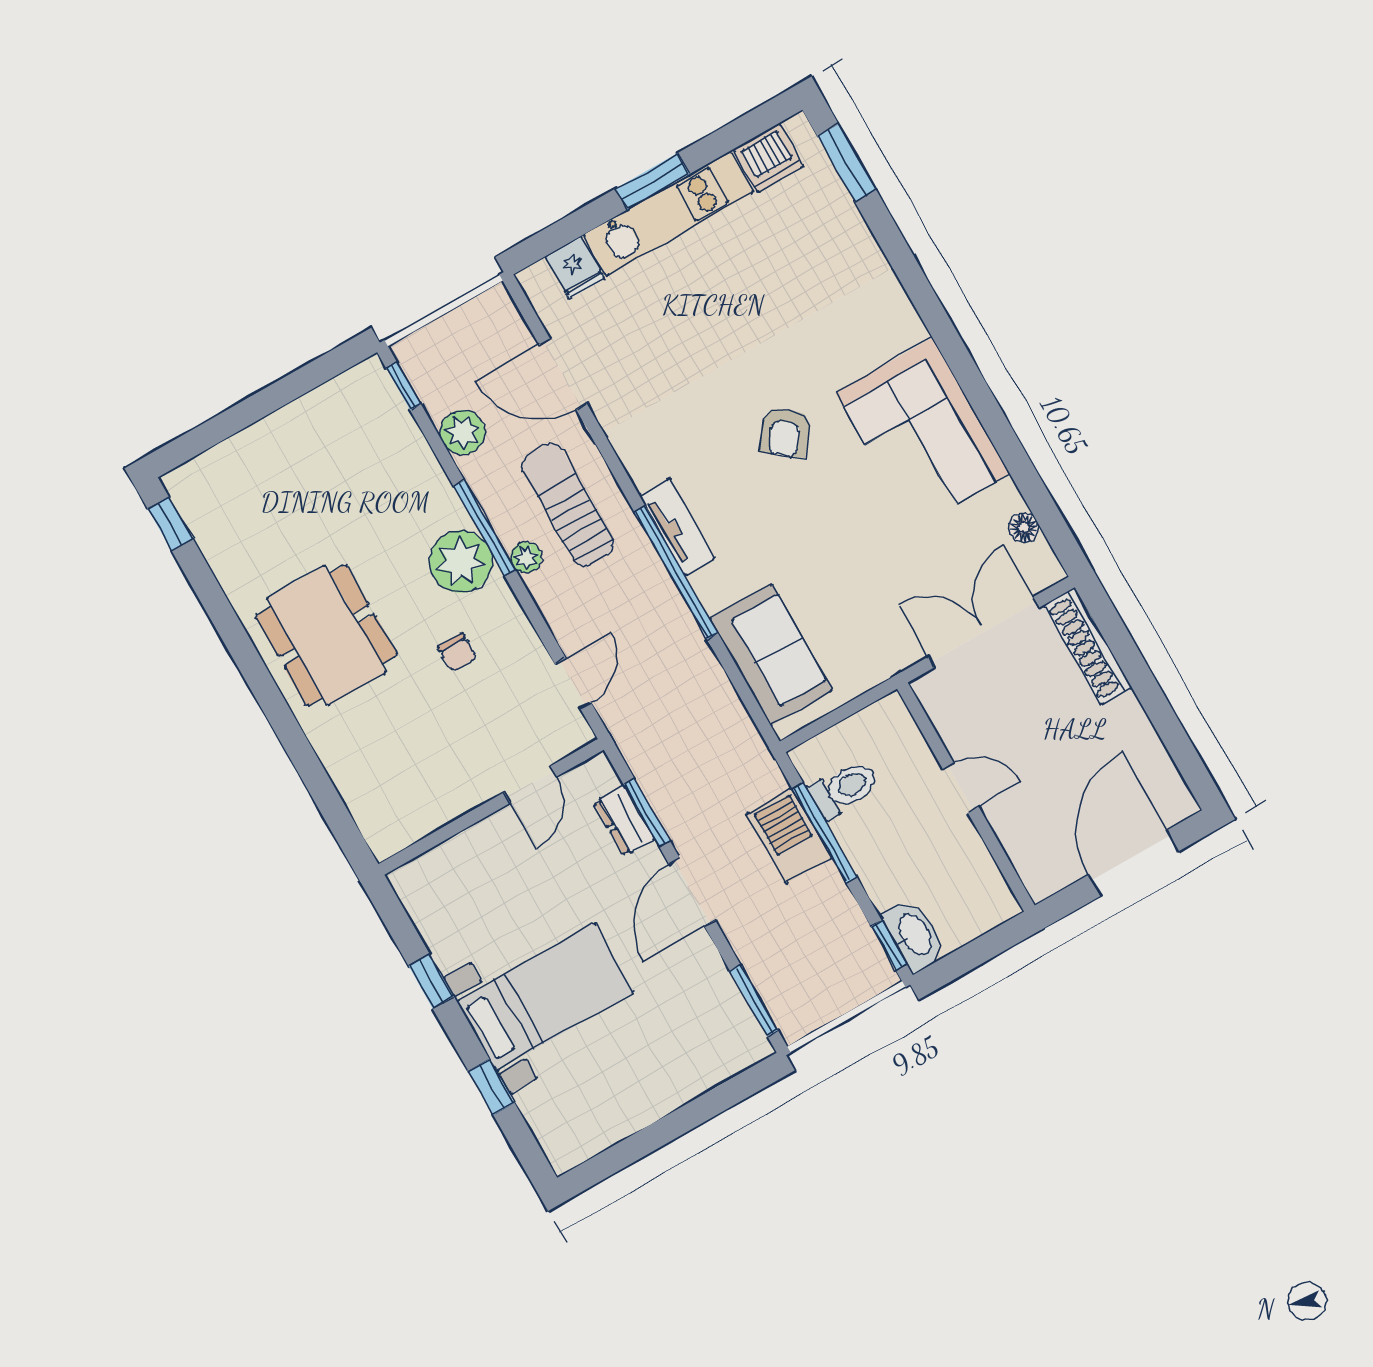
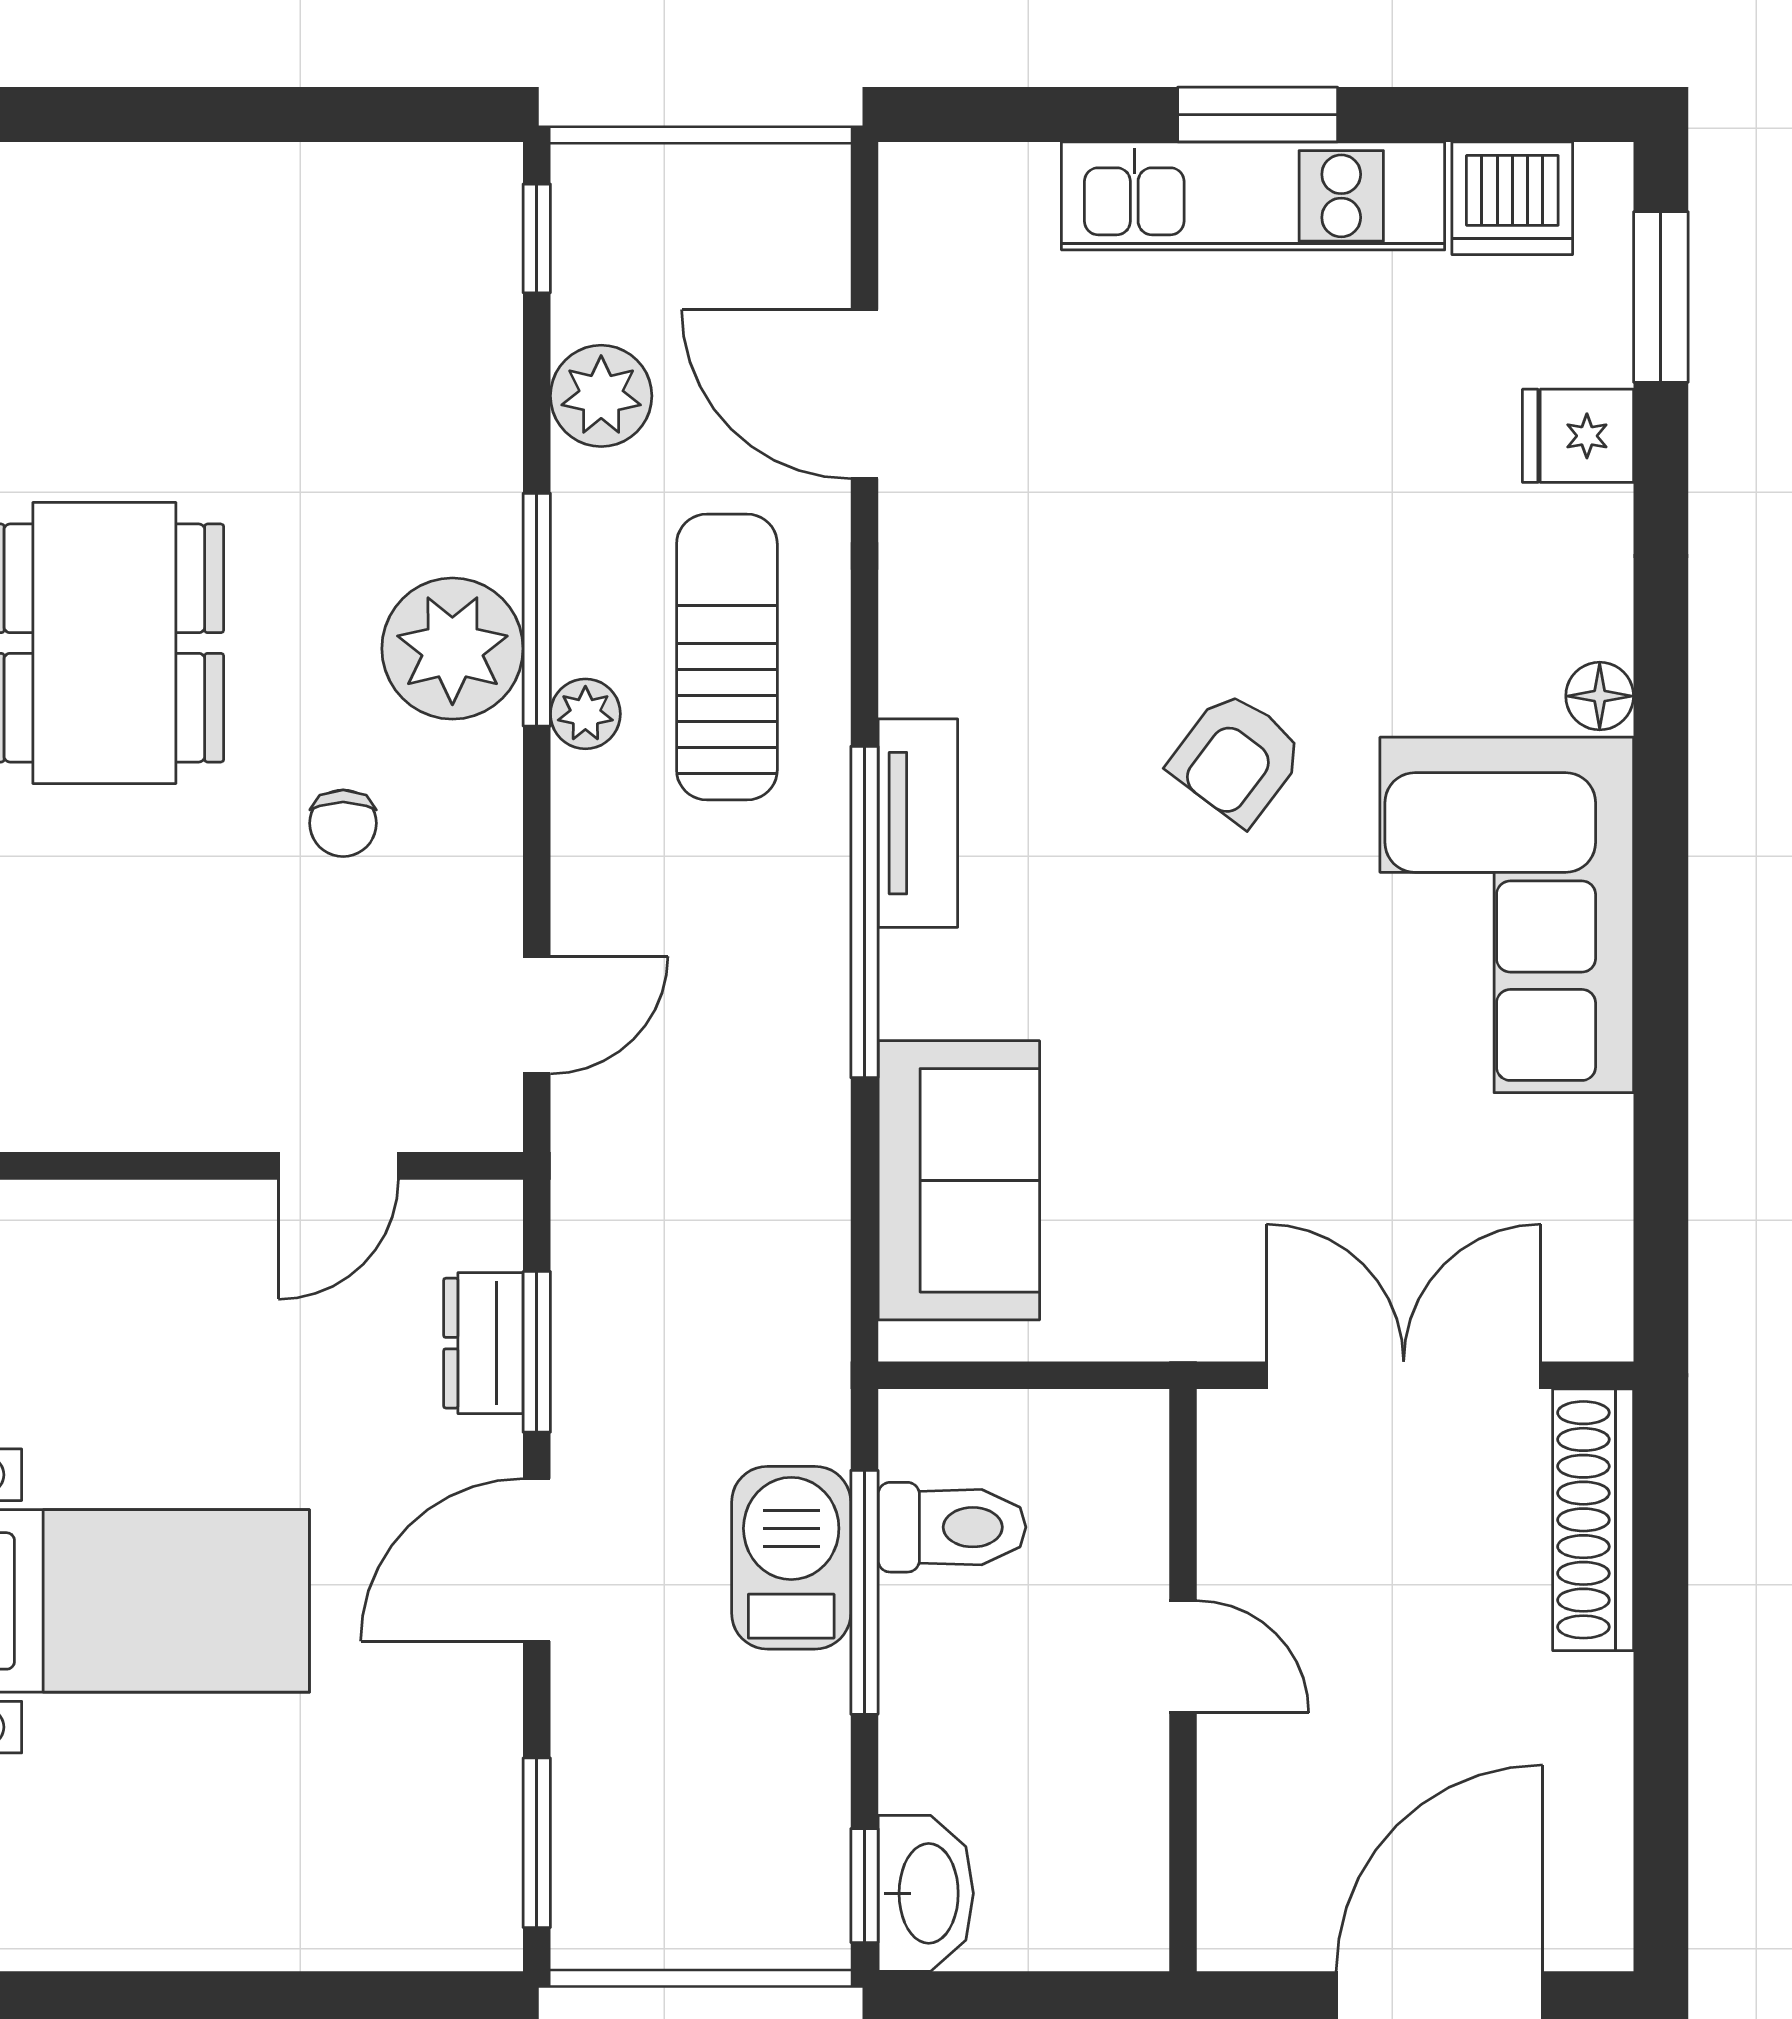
fridge: (575, 268) -> (1578, 436), moved, turned 90
floor lamp: (1024, 528) -> (1600, 696), moved

